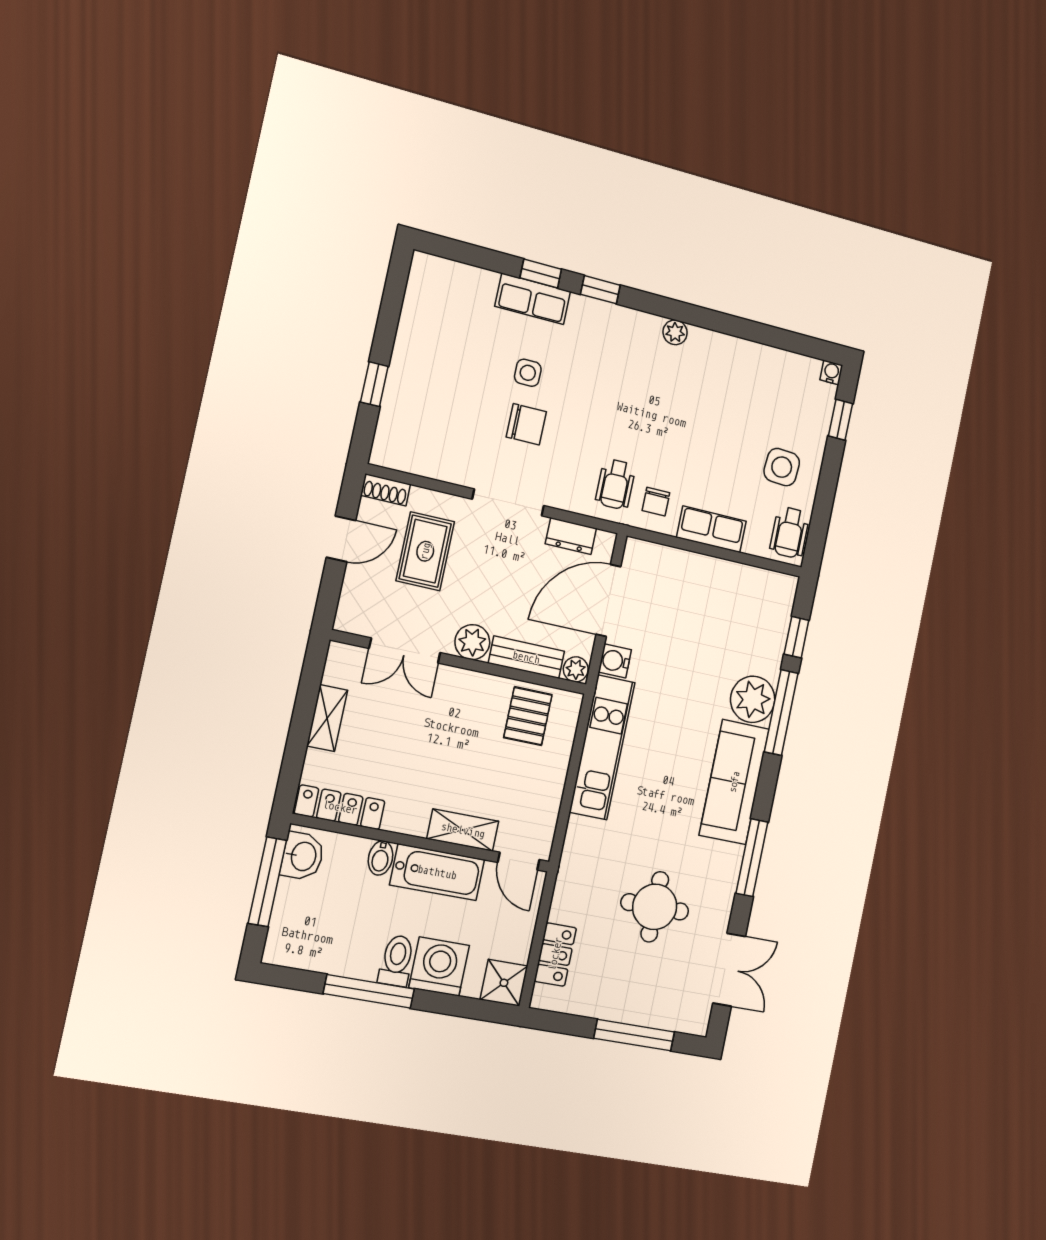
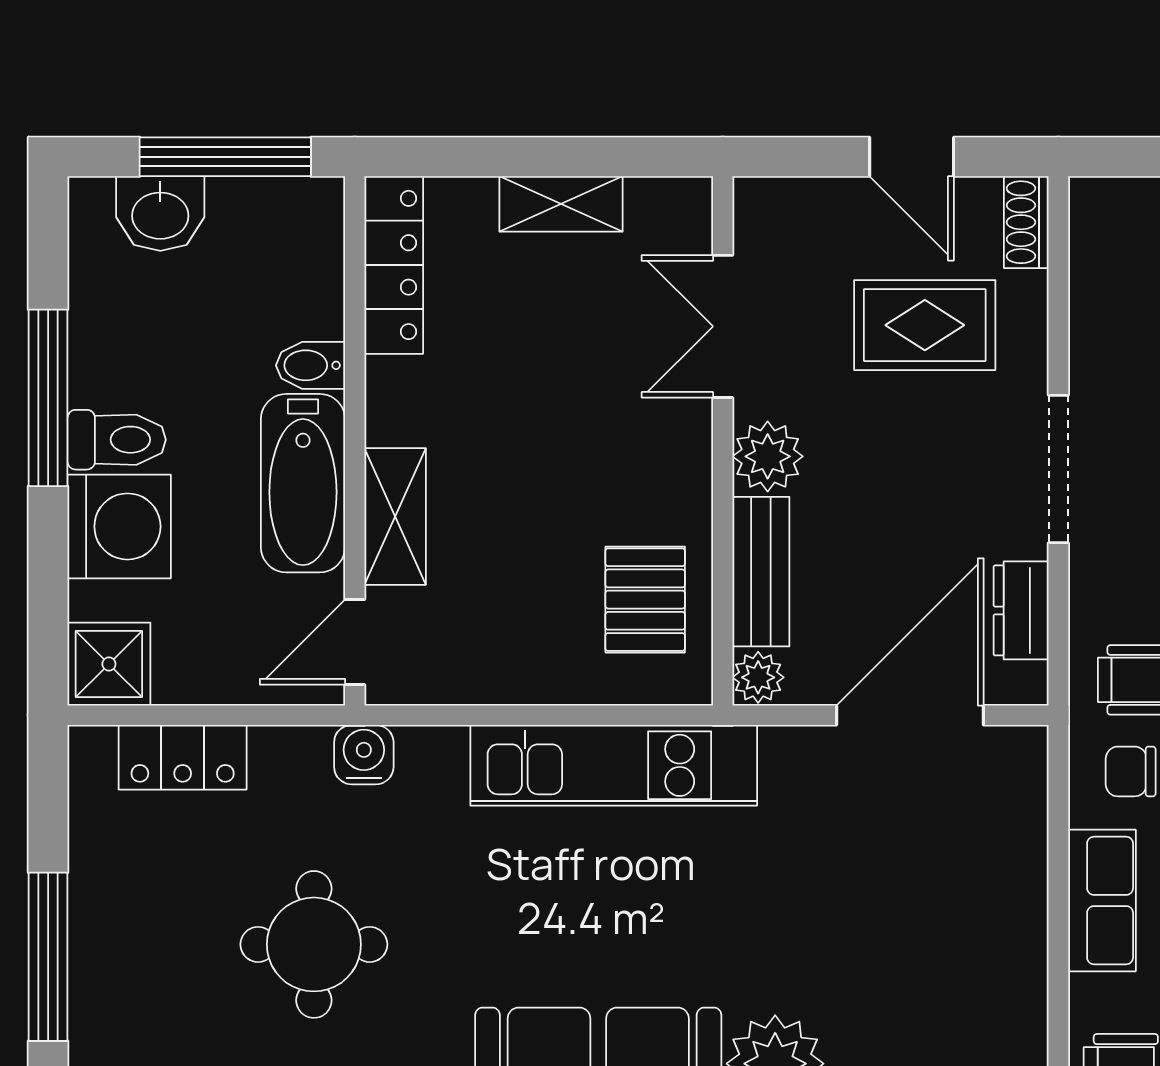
door: (608, 600) -> (910, 715), hinge flipped
water cooler: (615, 661) -> (364, 755), moved
pallet: (528, 716) -> (645, 600), turned 90
washbasin: (302, 856) -> (160, 213), moved

